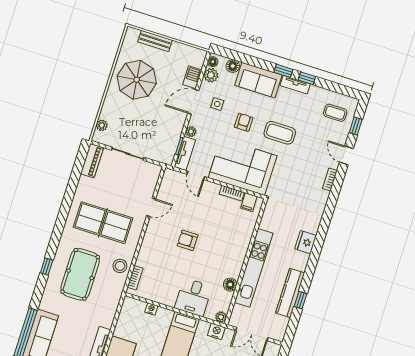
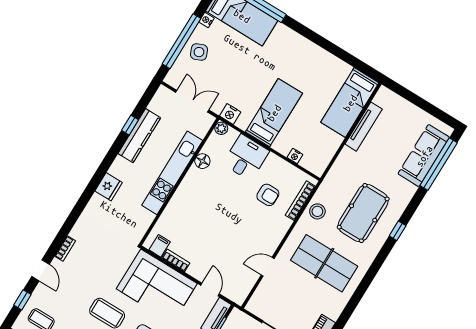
armchair: (188, 240) -> (268, 195), moved
bookcase: (135, 278) -> (300, 201), width x1.56

